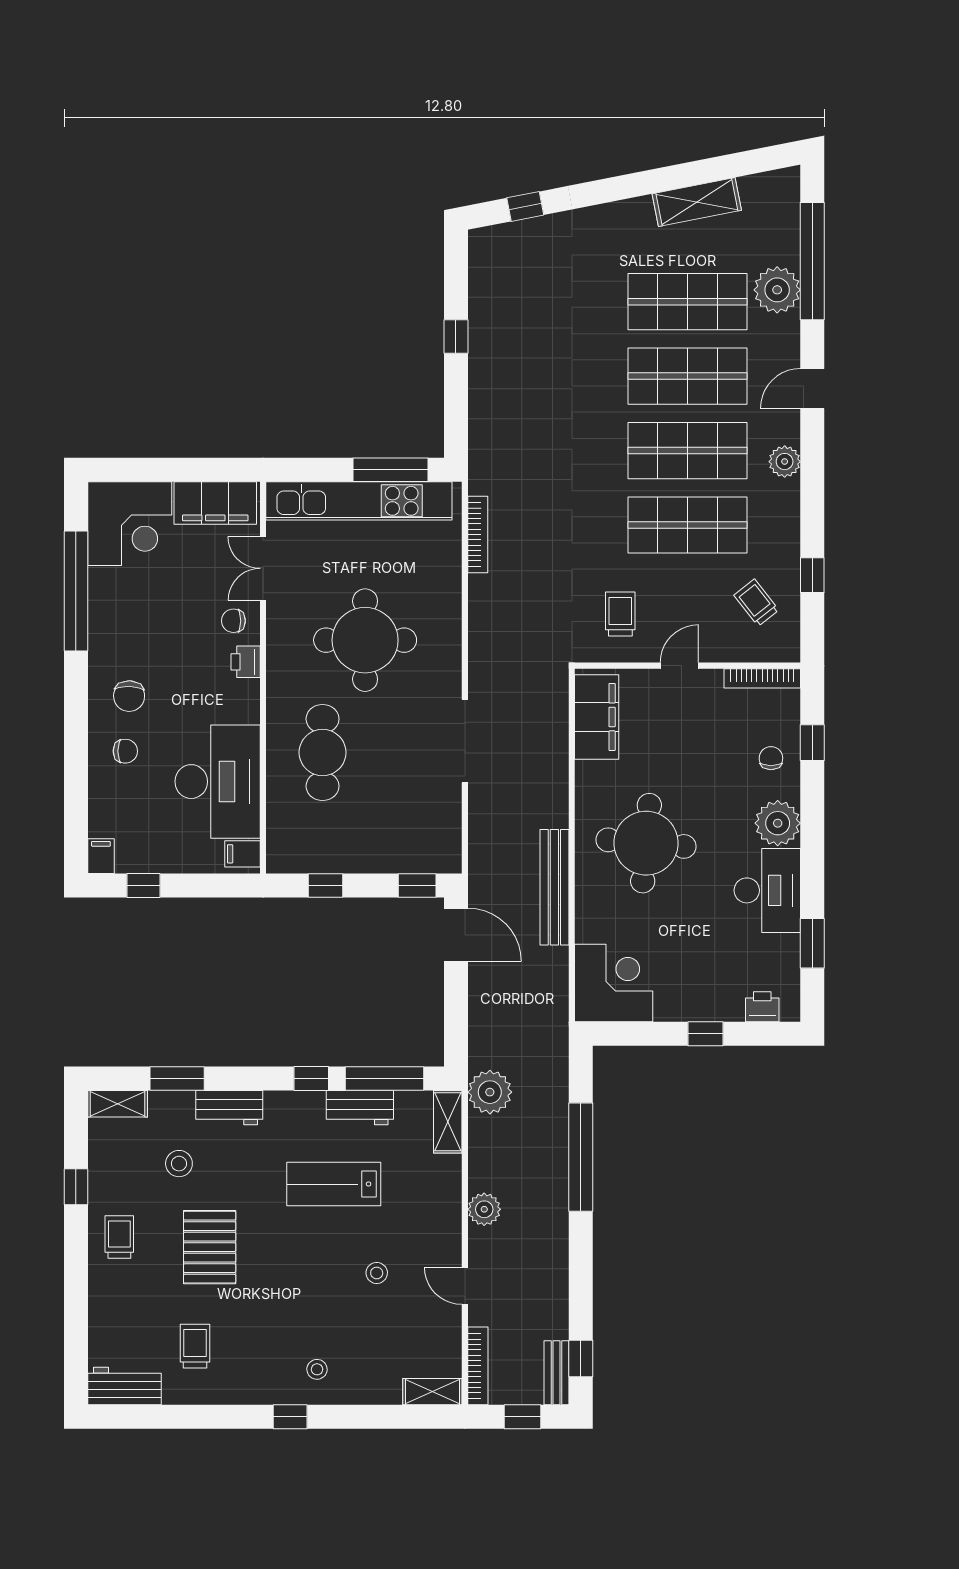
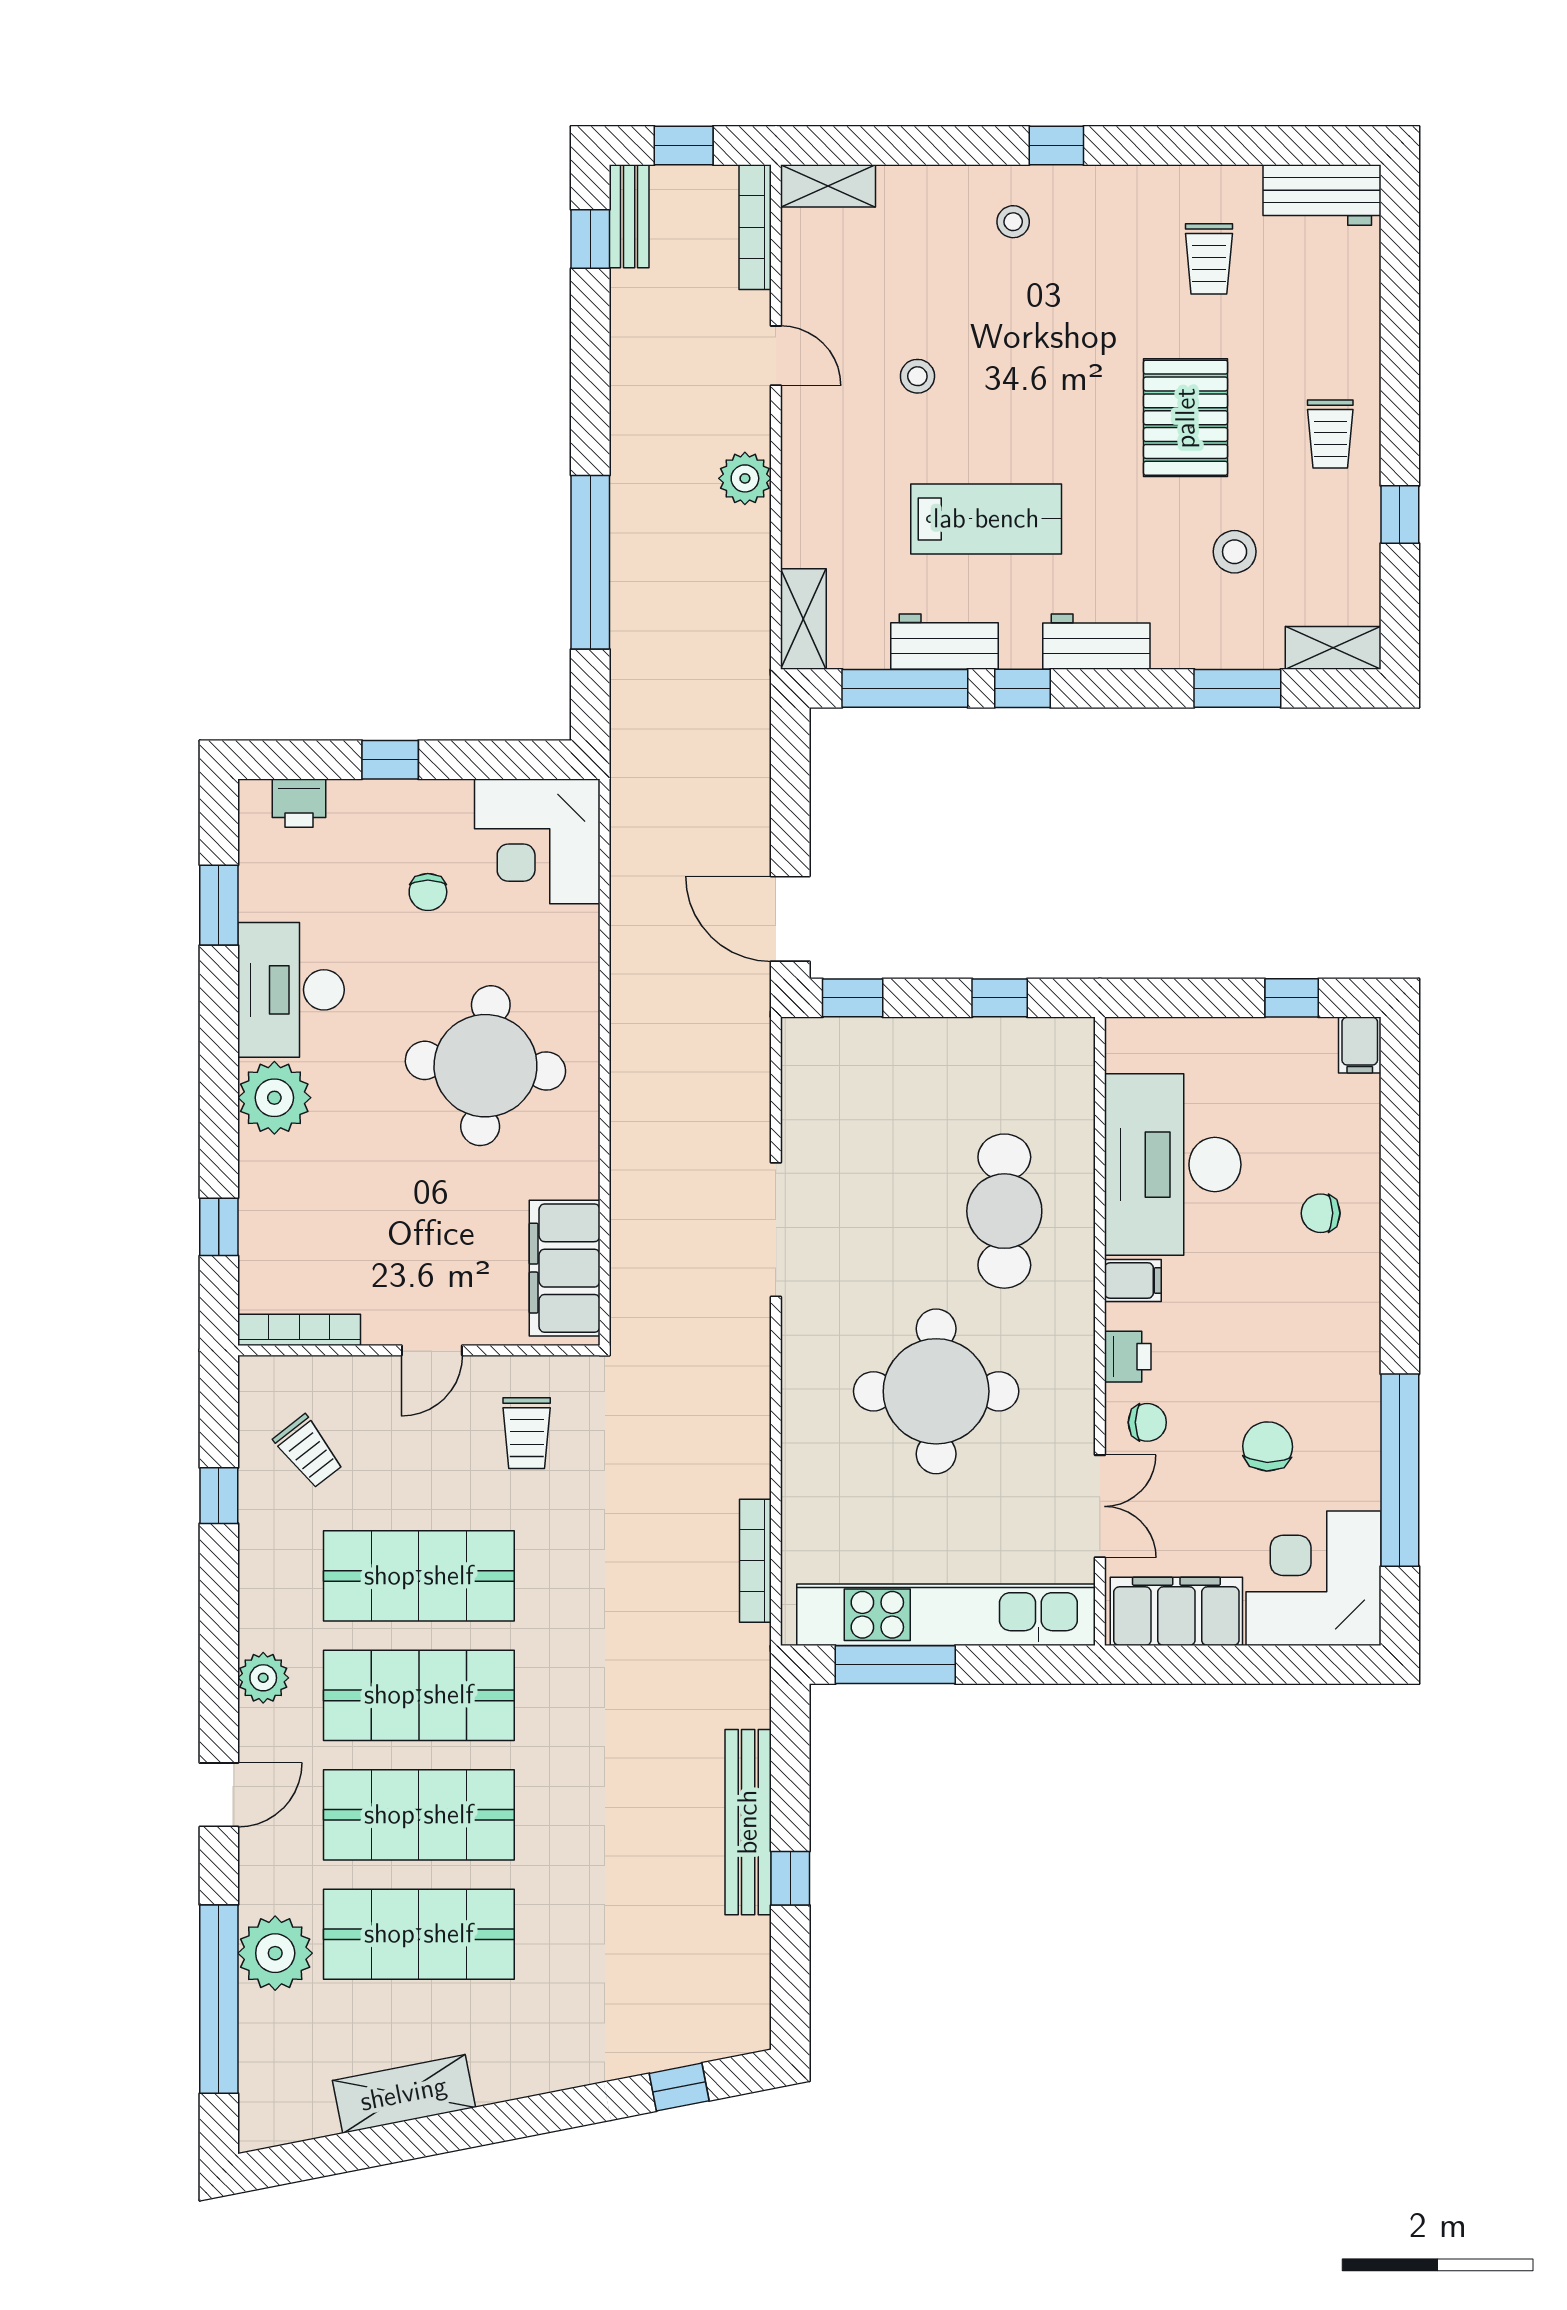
chair: (129, 696) -> (1268, 1446), moved
chair: (771, 758) -> (428, 892), moved
filing cabinet: (242, 854) -> (1133, 1280), moved
bench: (554, 887) -> (748, 1822), moved
plant: (490, 1092) -> (736, 666), removed
workbench: (229, 1108) -> (1096, 642), moved

